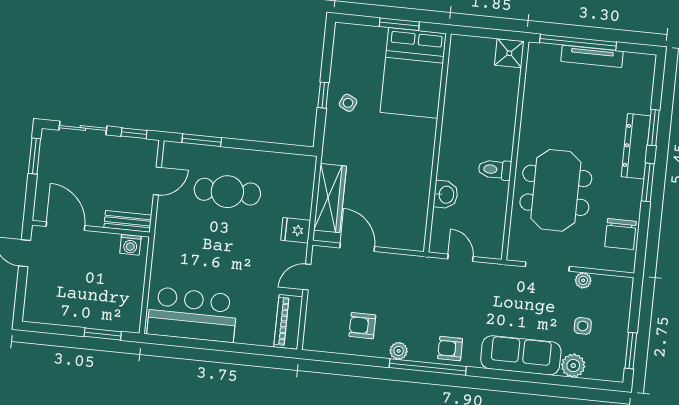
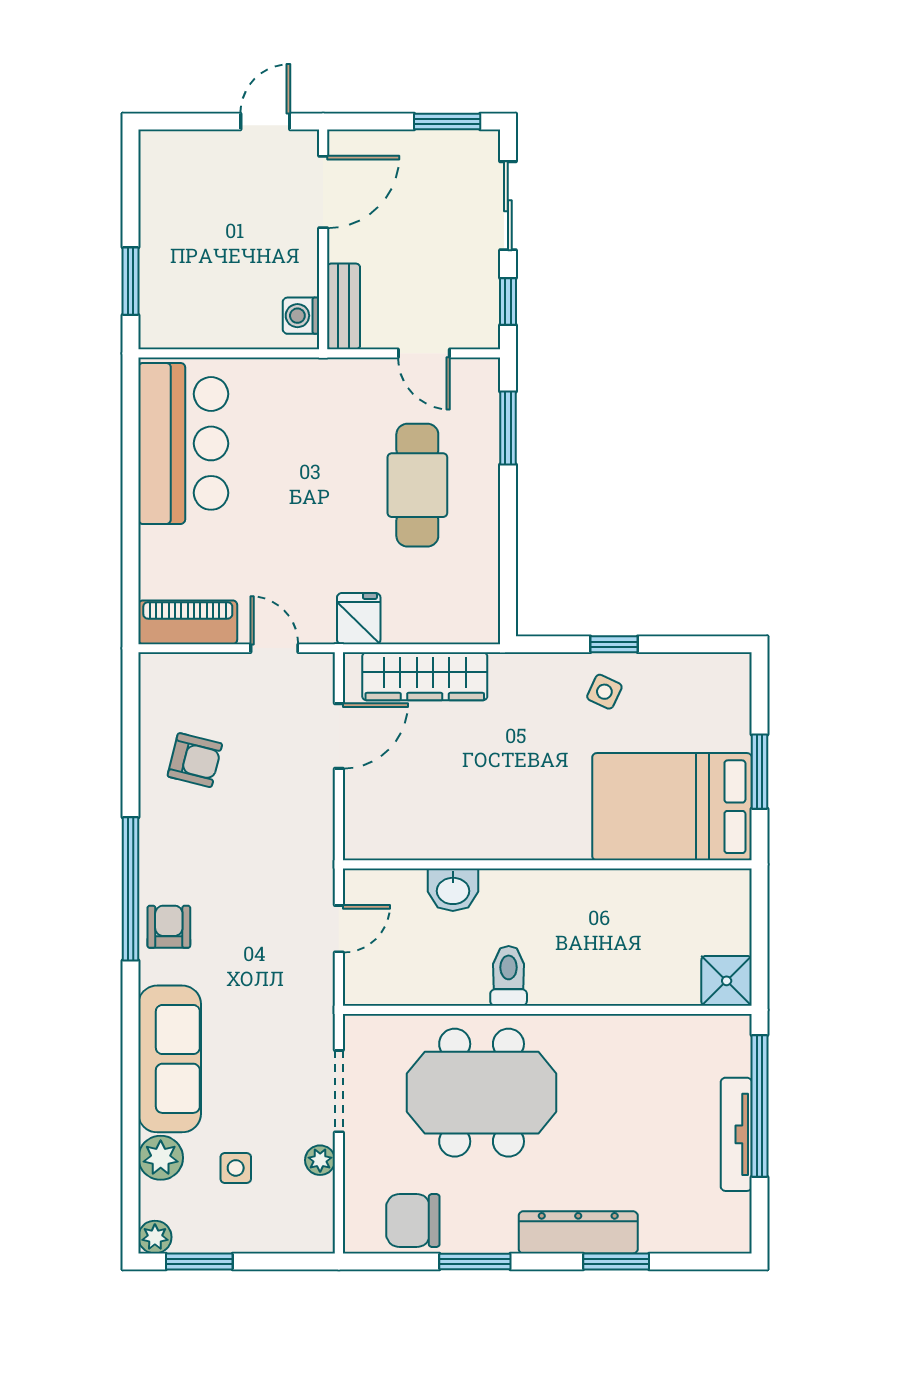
window: (648, 182) -> (475, 1261), moved
armchair: (362, 326) -> (195, 760), turned 104
plant: (399, 351) -> (155, 1237), moved

